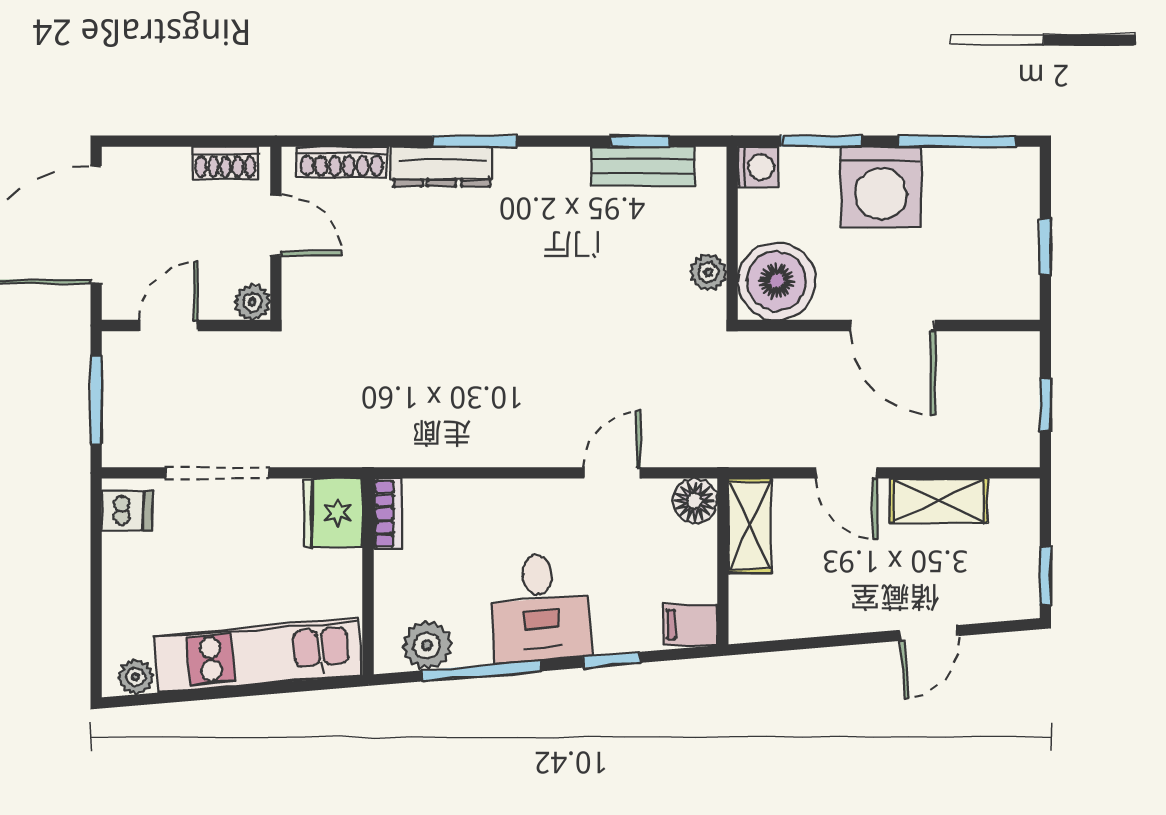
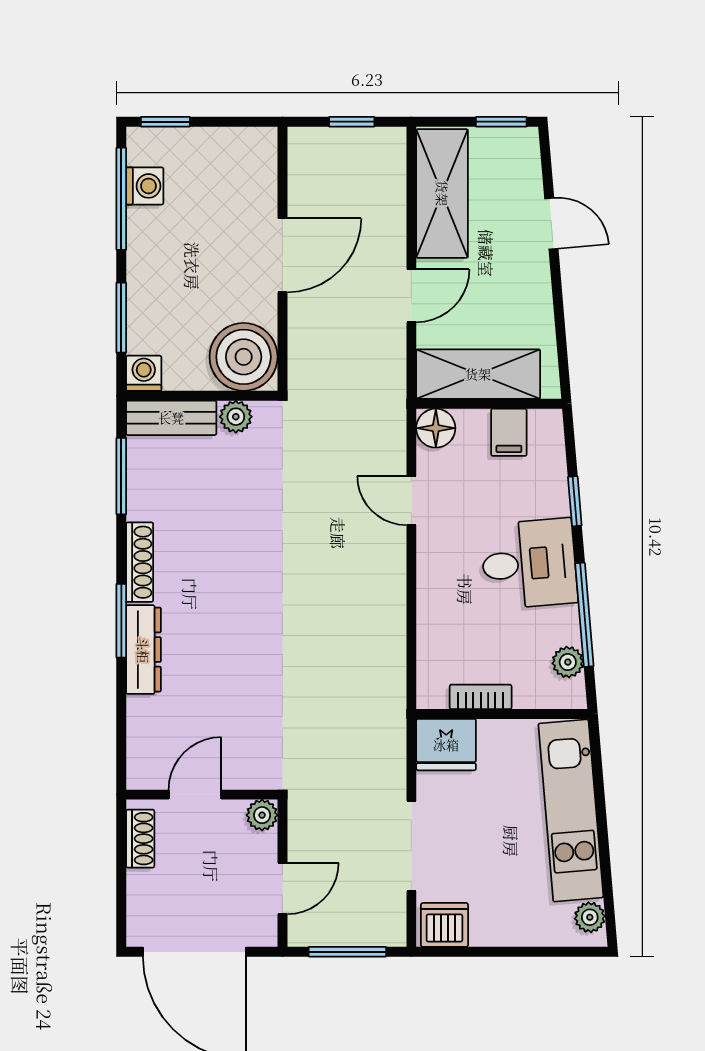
window: (640, 141) -> (121, 476), width x1.50
shoe rack: (342, 162) -> (140, 562), moved
bench: (643, 166) -> (171, 418), moved, turned 90
washing machine: (881, 187) -> (145, 186), moved, width x0.53, depth x0.53
window: (1045, 247) -> (165, 122), moved
door: (169, 326) -> (282, 889), swing flipped
shelving: (939, 501) -> (442, 193), width x1.50, depth x1.33
dishwasher: (127, 511) -> (444, 925), width x1.38
bookcase: (388, 514) -> (481, 697), moved
shelving: (750, 526) -> (478, 374), width x1.50, depth x1.33
filing cabinet: (690, 625) -> (509, 432), moved
plant: (427, 645) -> (568, 662), width x0.73, depth x0.73

